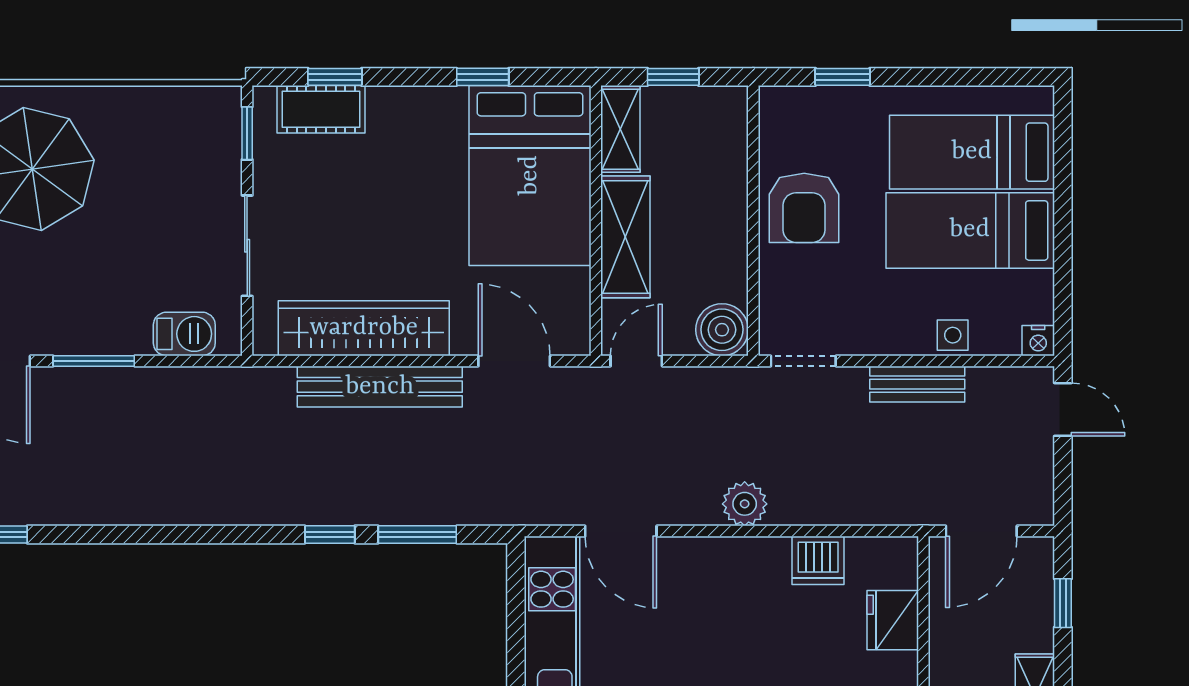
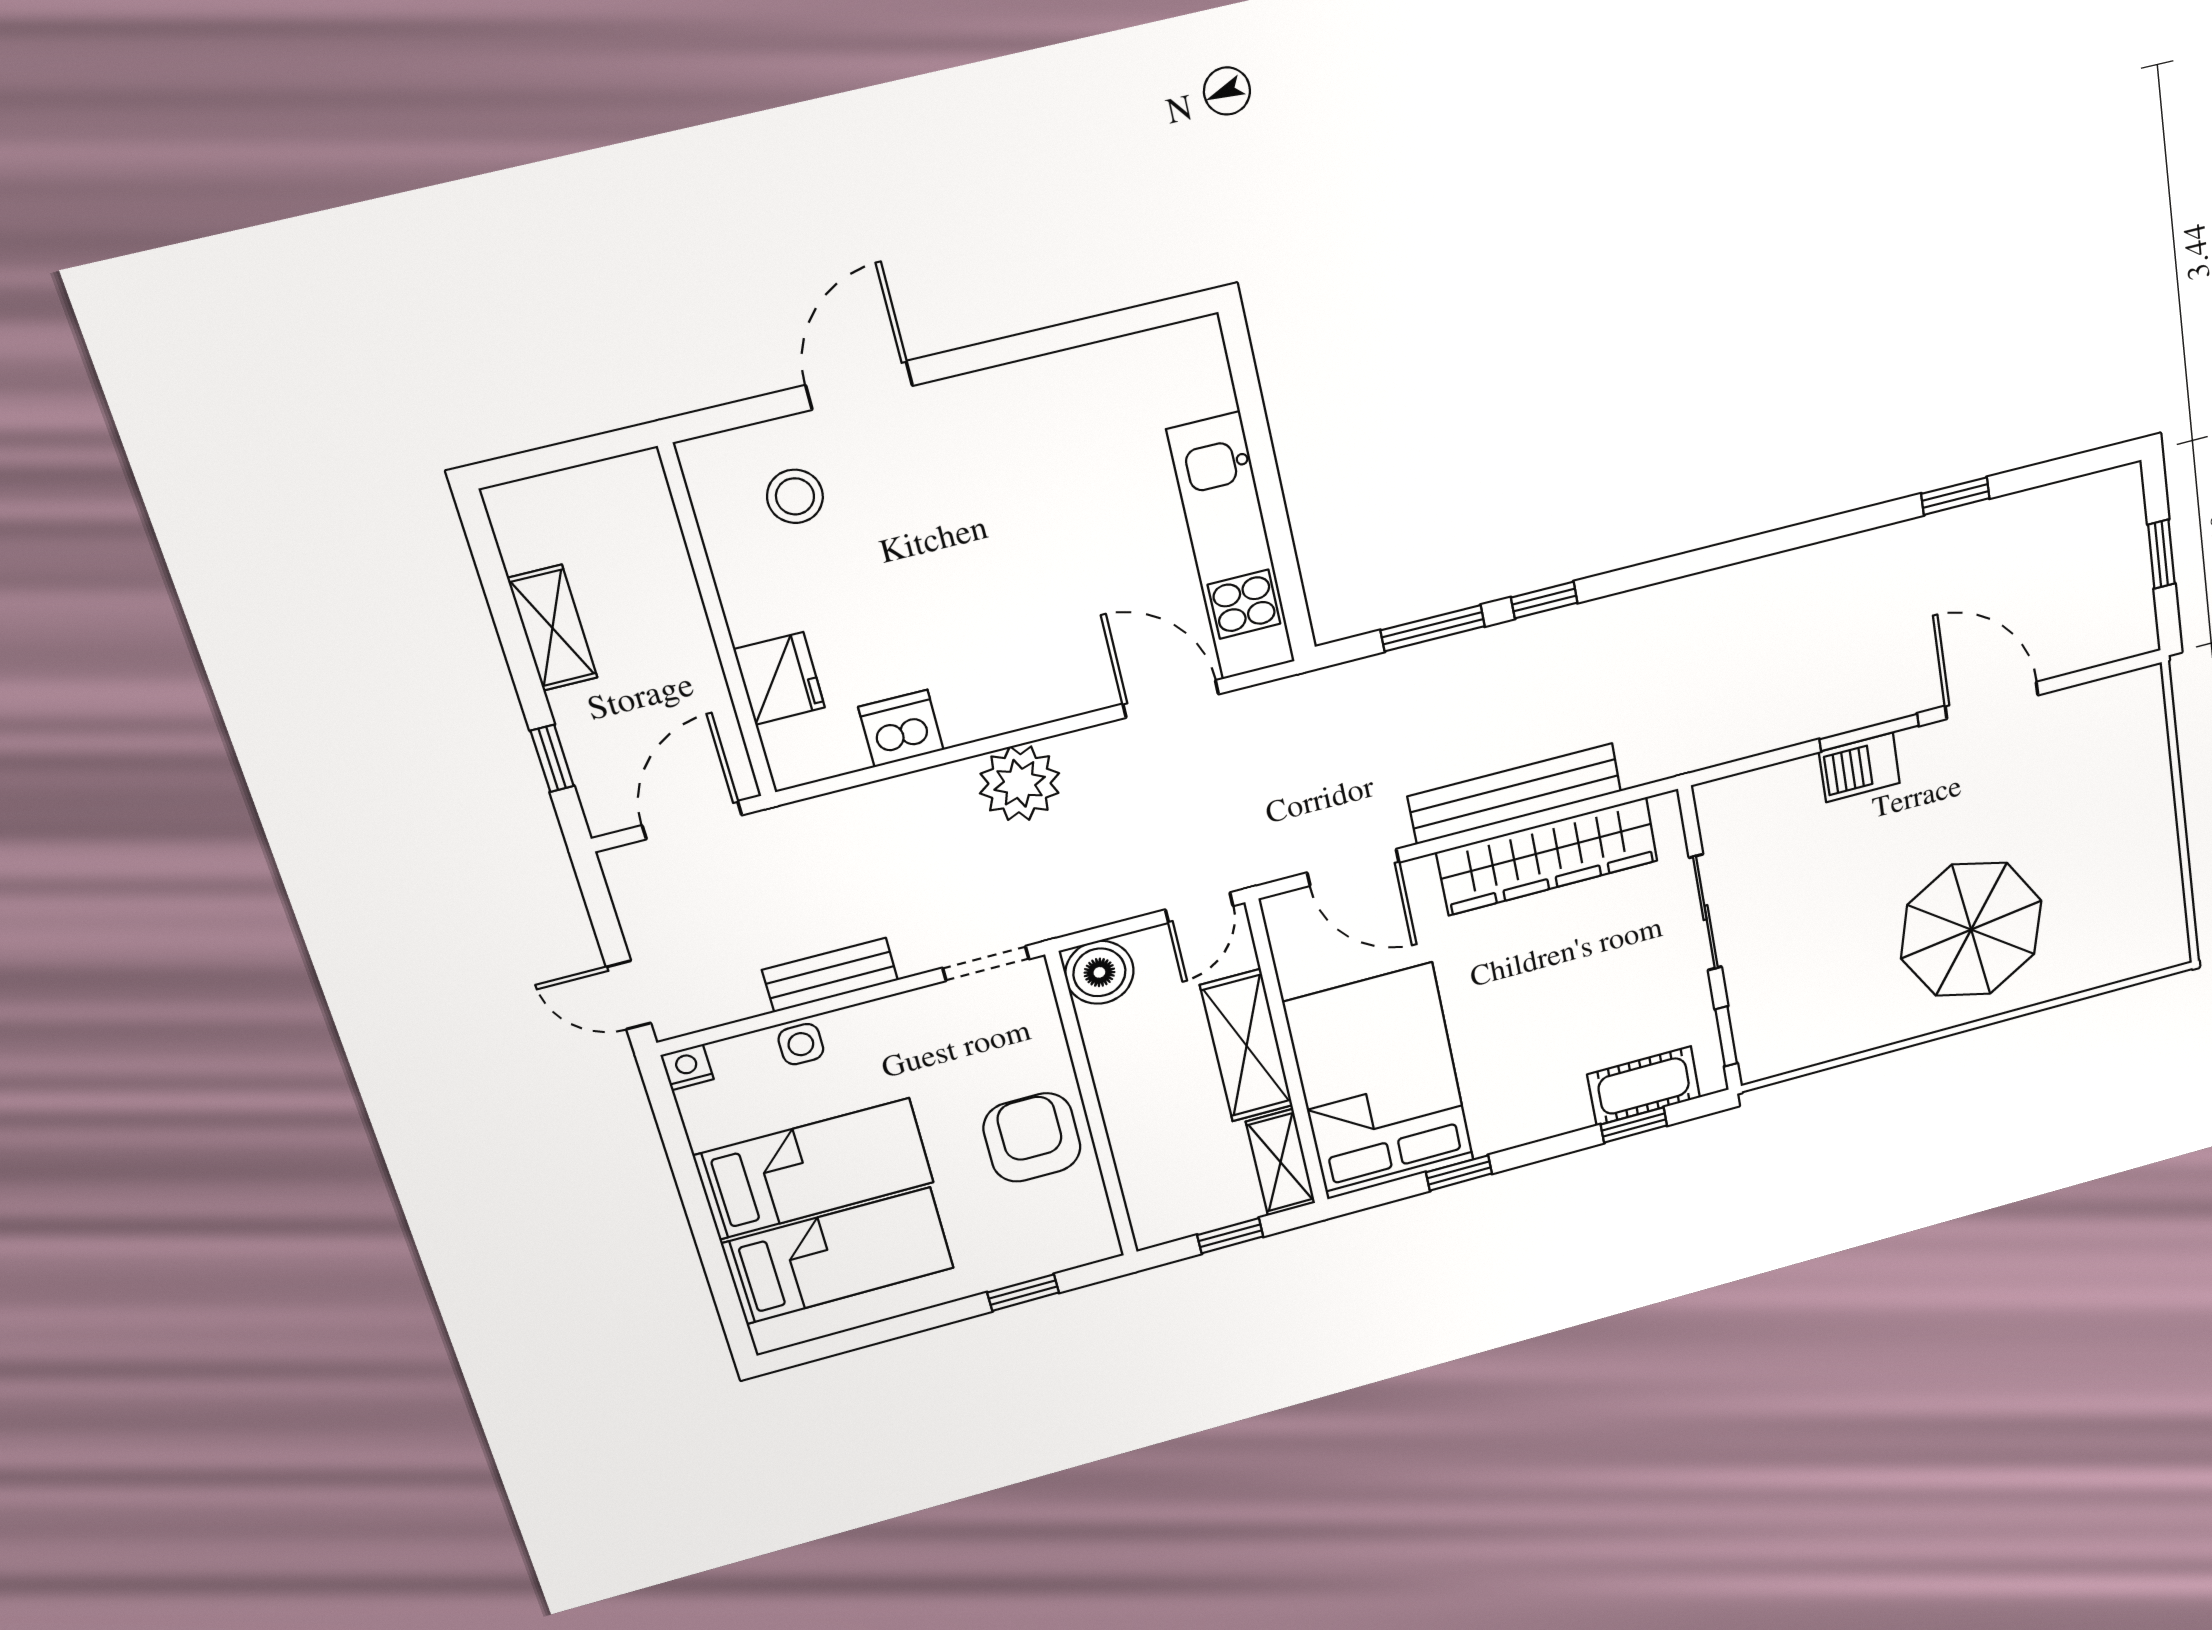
barbecue: (184, 334) -> (1859, 767), moved
plant: (745, 504) -> (1020, 783), width x1.36, depth x1.36

